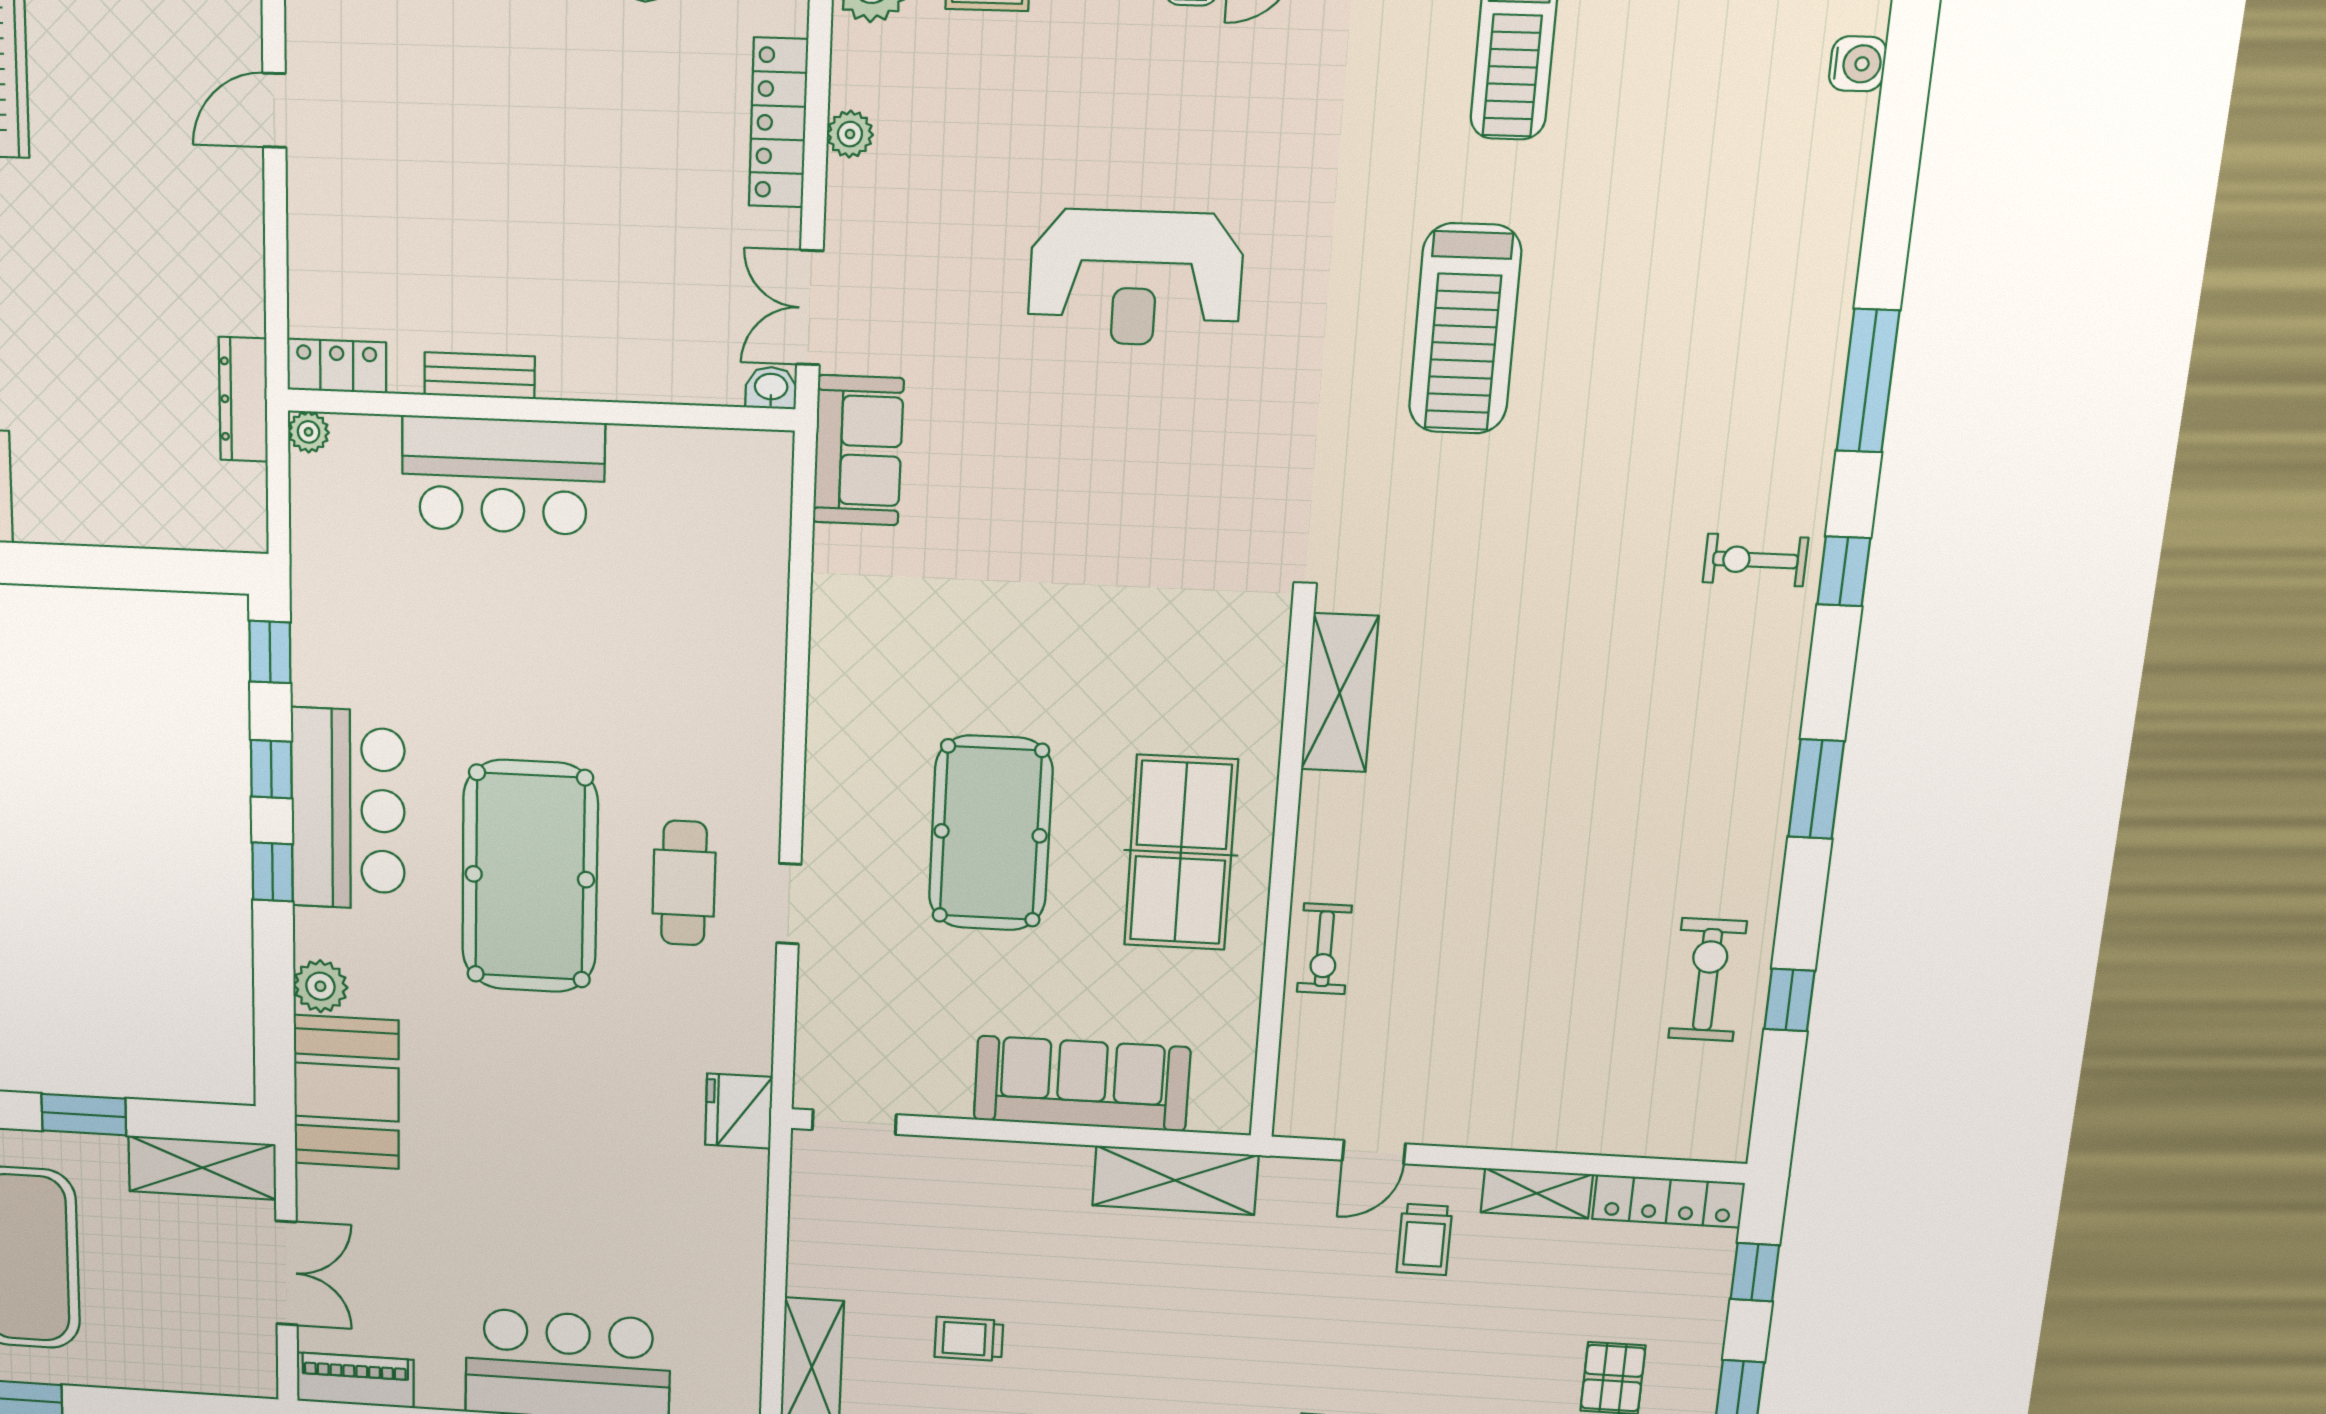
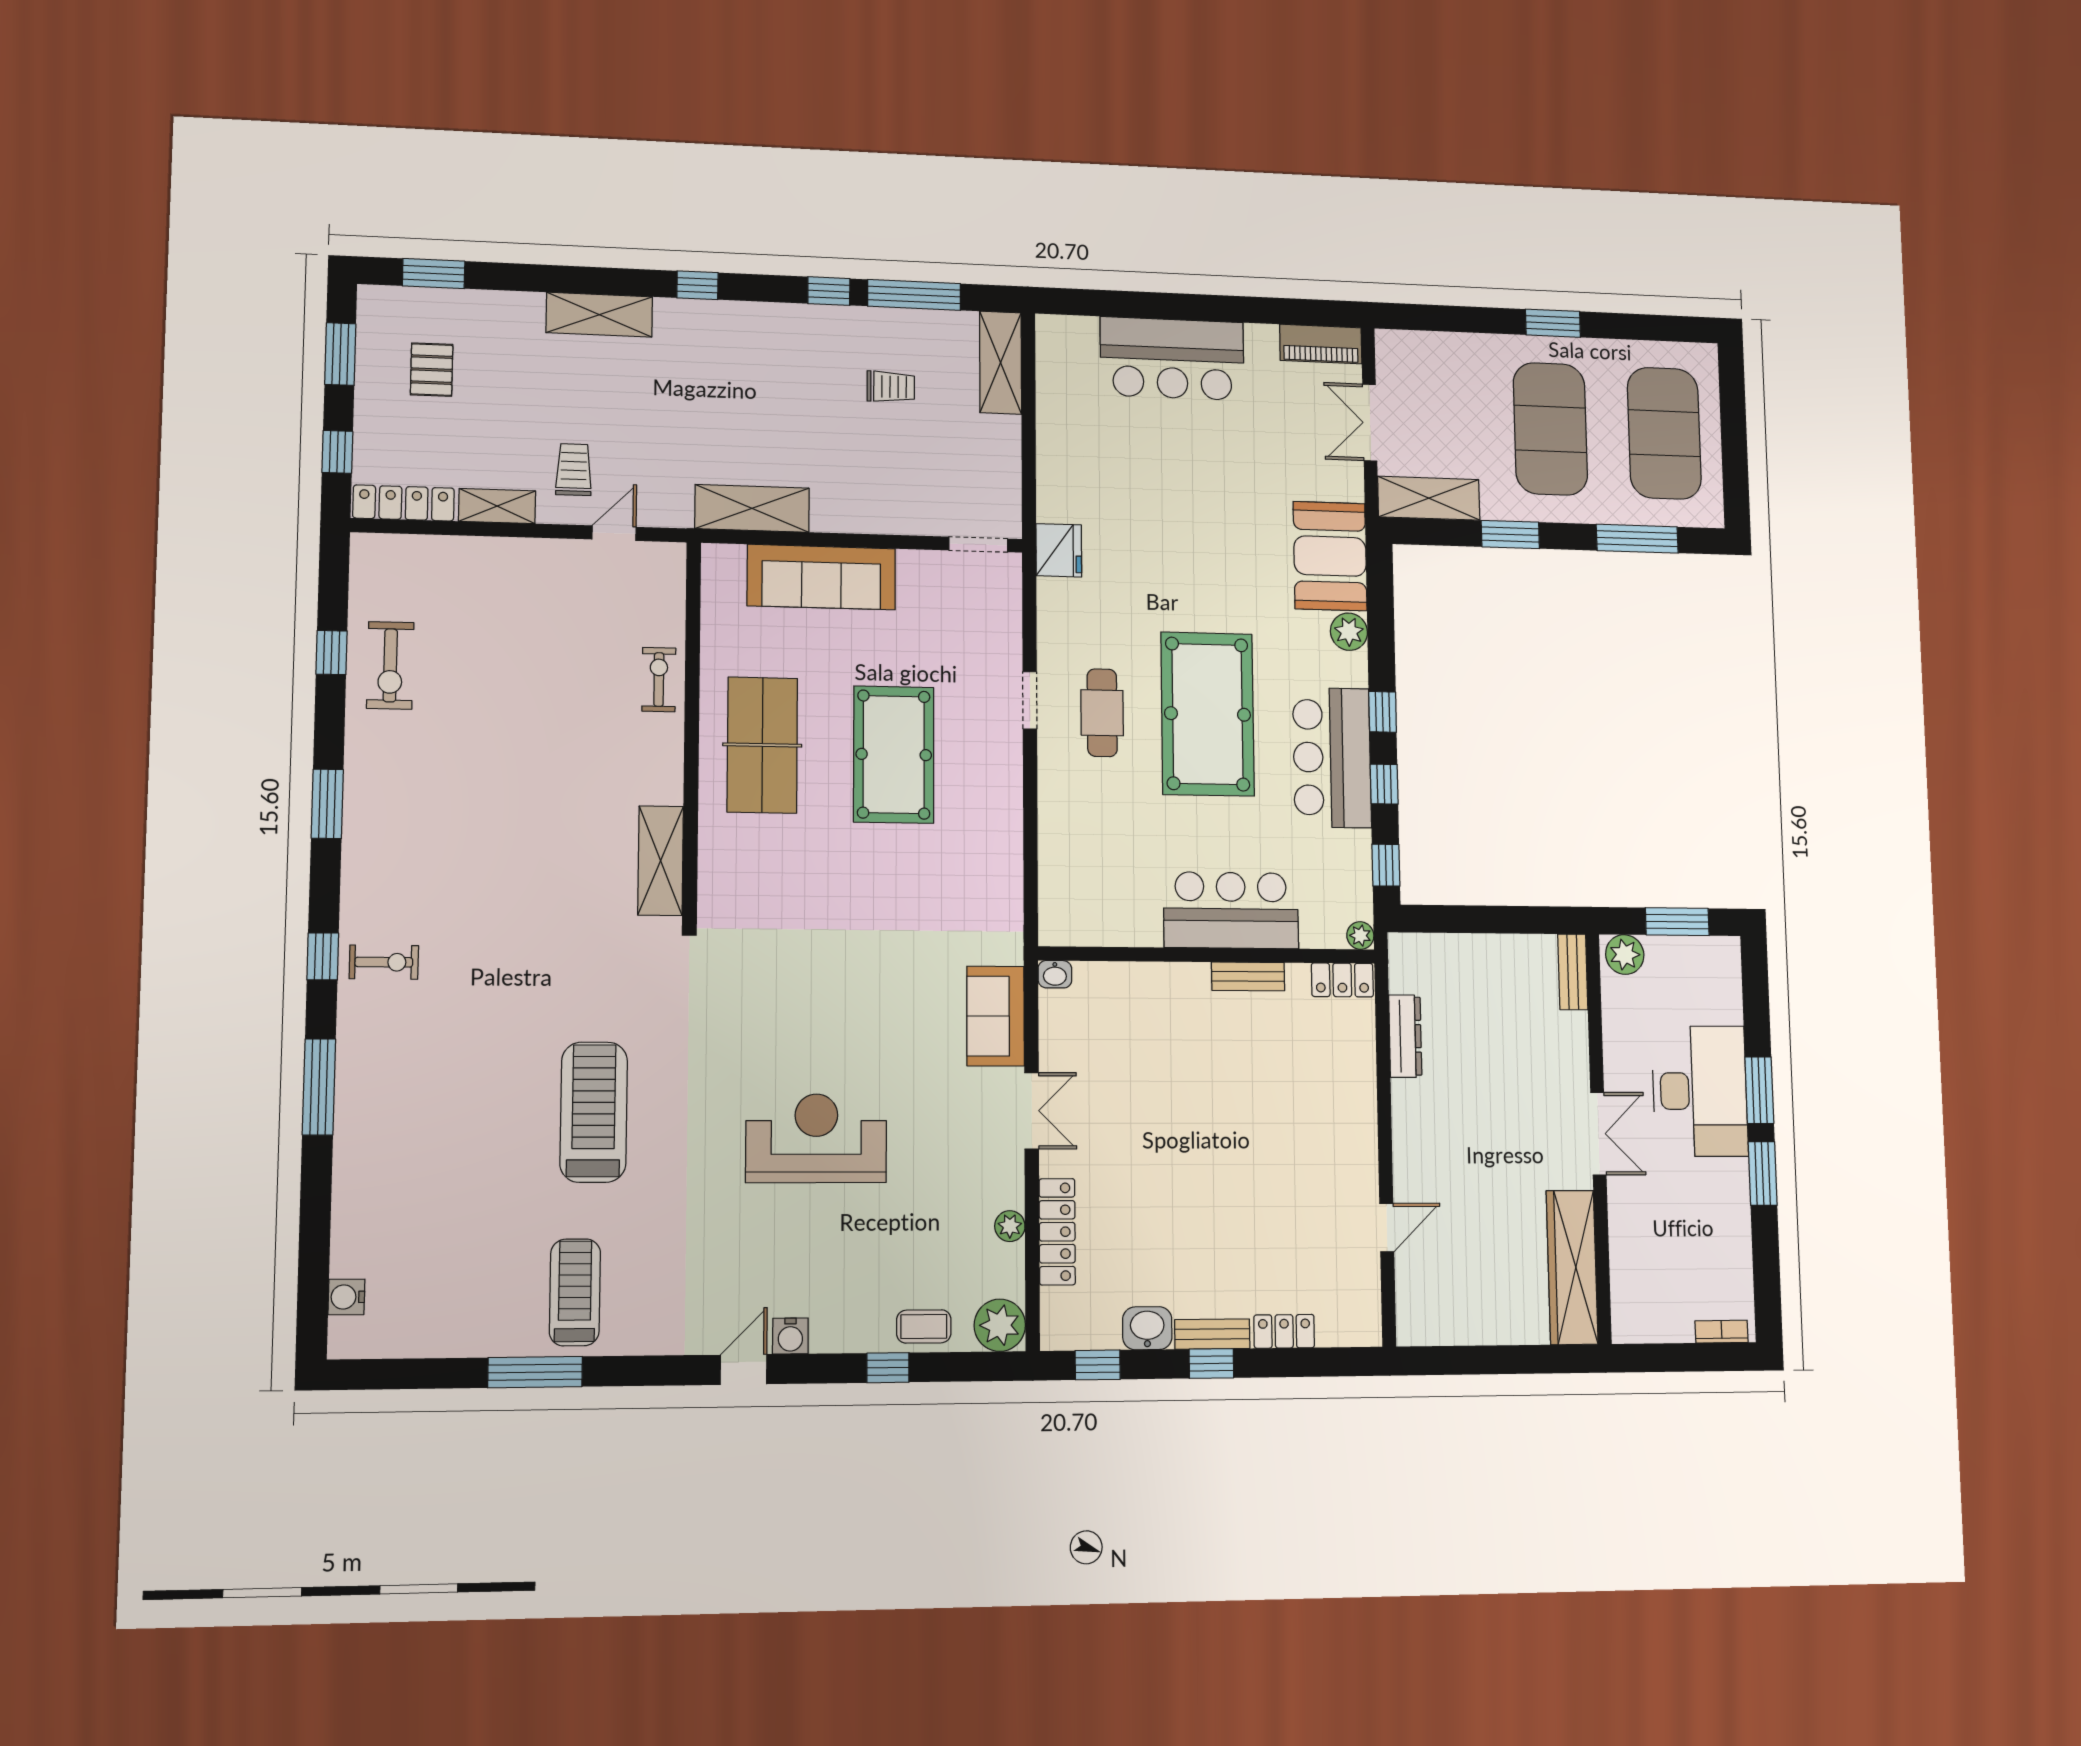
locker: (337, 366) -> (1342, 980), moved
bench: (480, 376) -> (1248, 976), moved
washbasin: (771, 388) -> (1055, 974), moved
wall: (540, 410) -> (1208, 955), moved
plant: (309, 432) -> (1360, 936), moved
bar counter: (503, 475) -> (1231, 910), moved

